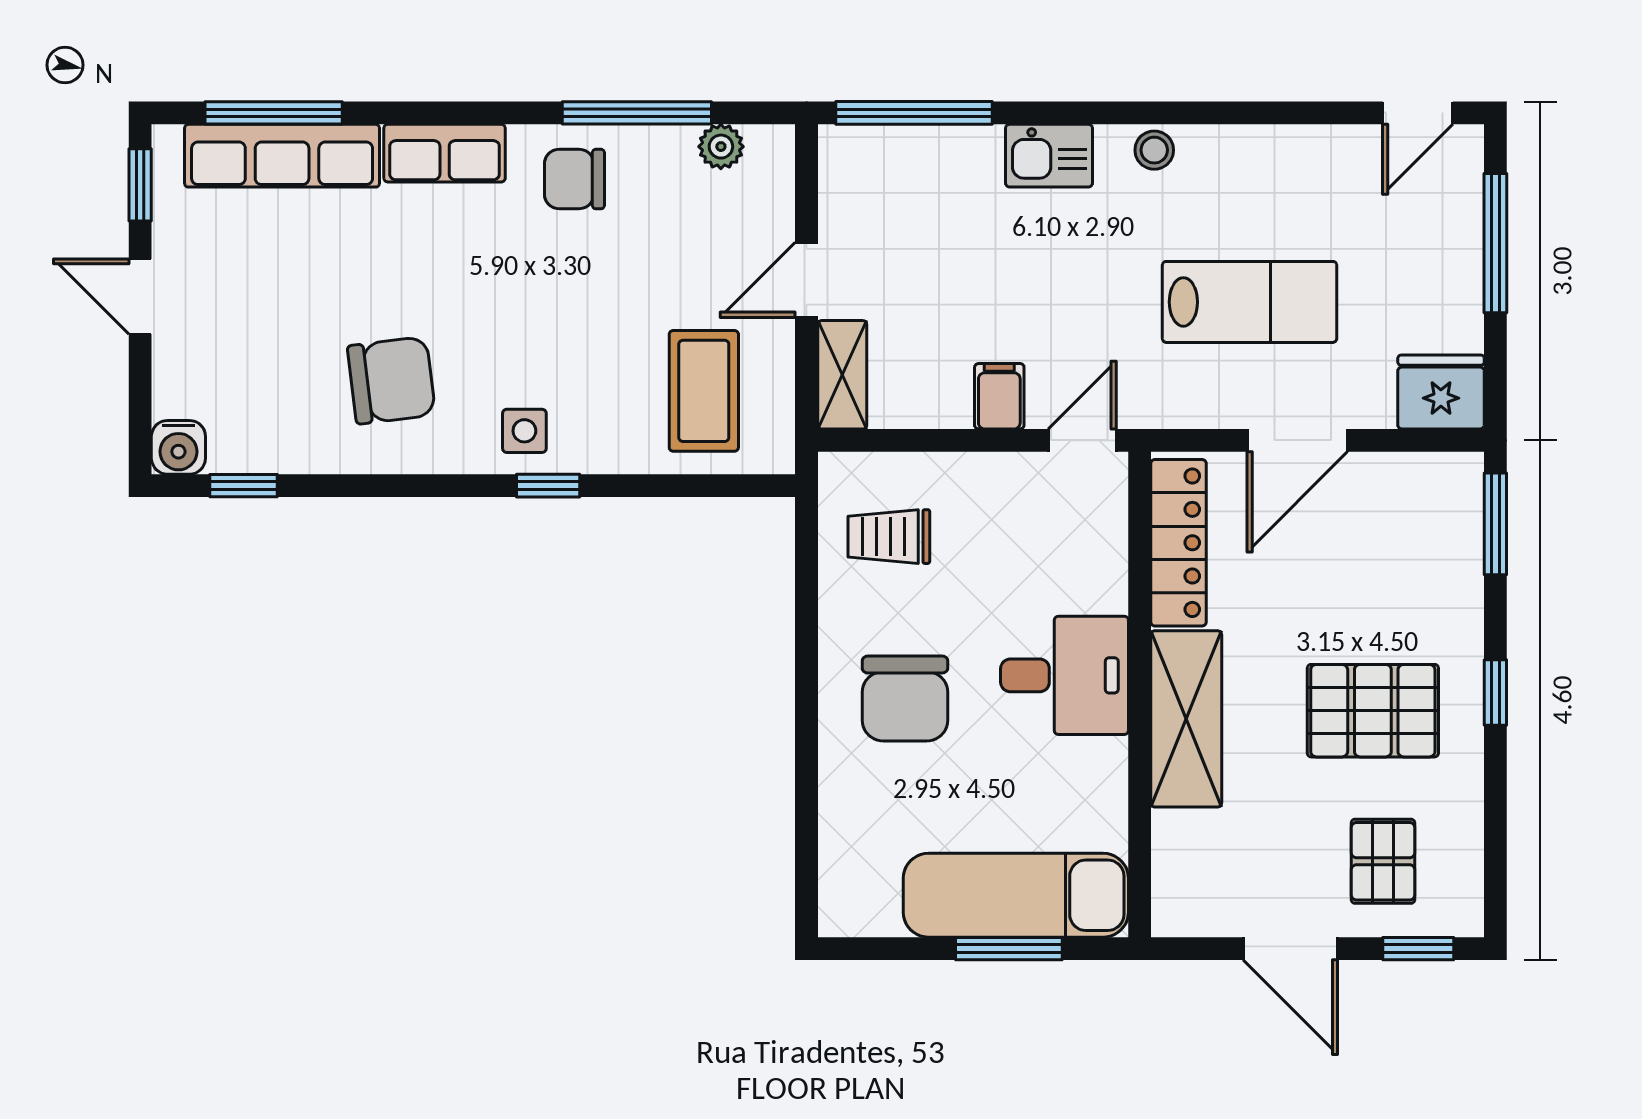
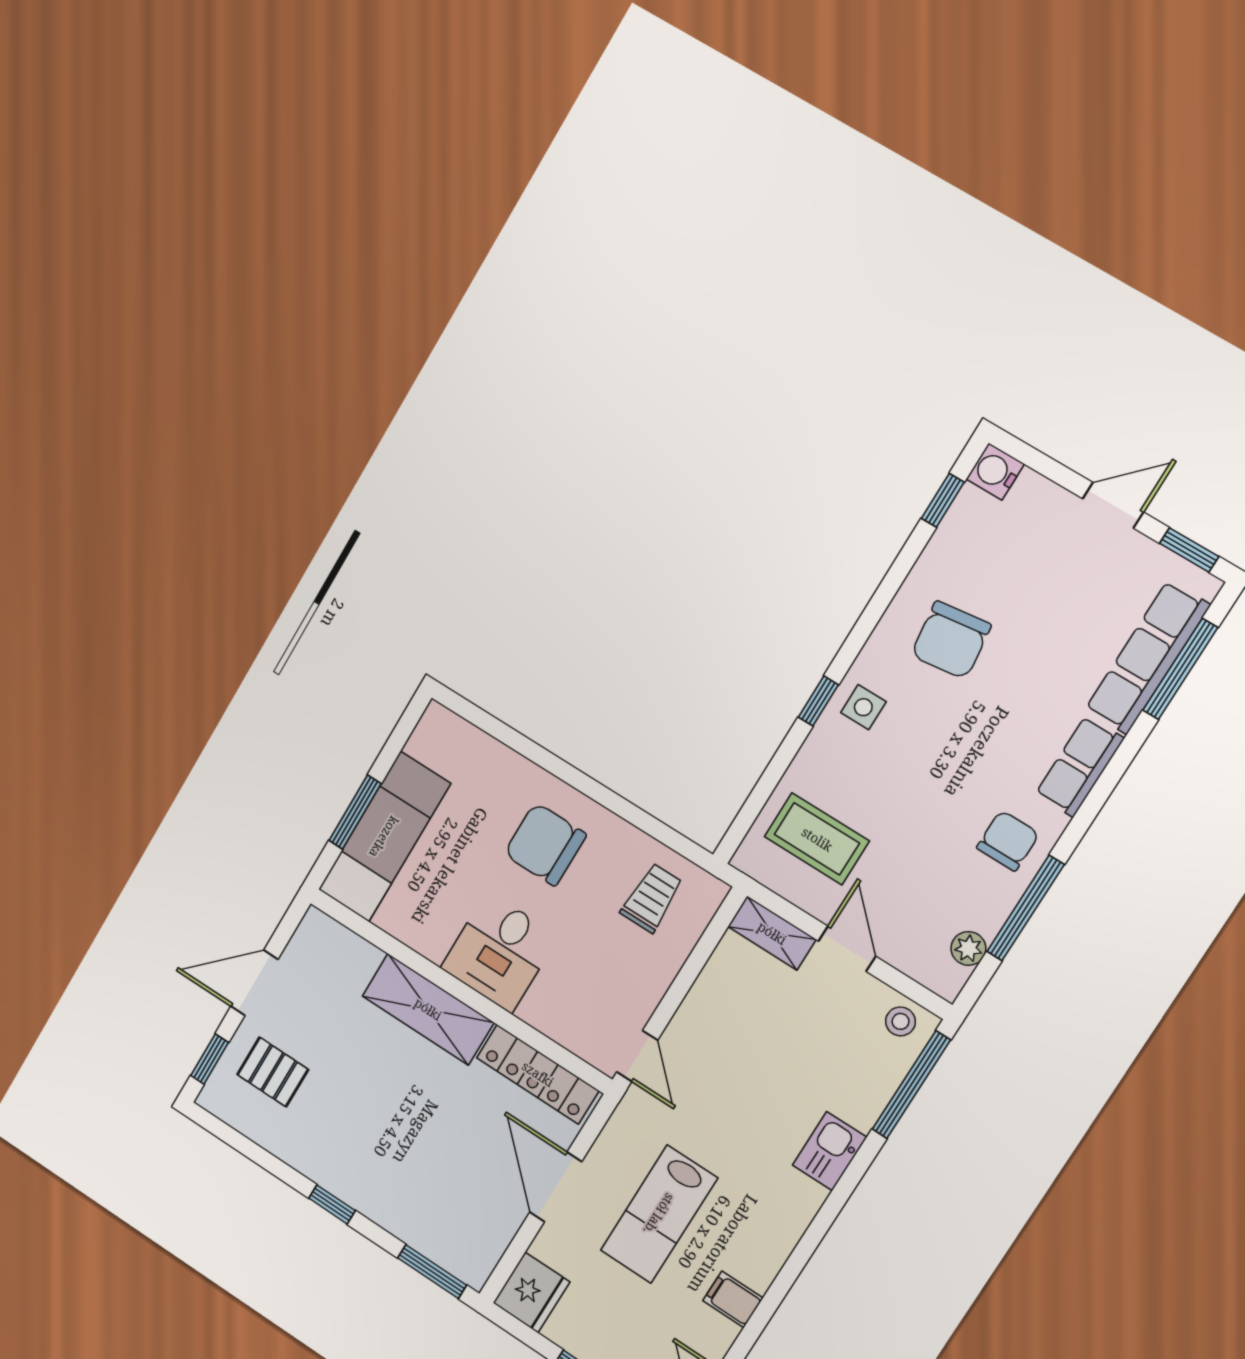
stool: (1154, 150) -> (900, 1021), moved
filing cabinet: (999, 396) -> (733, 1299), moved, turned 180
pallet: (1373, 711) -> (365, 1125), removed

